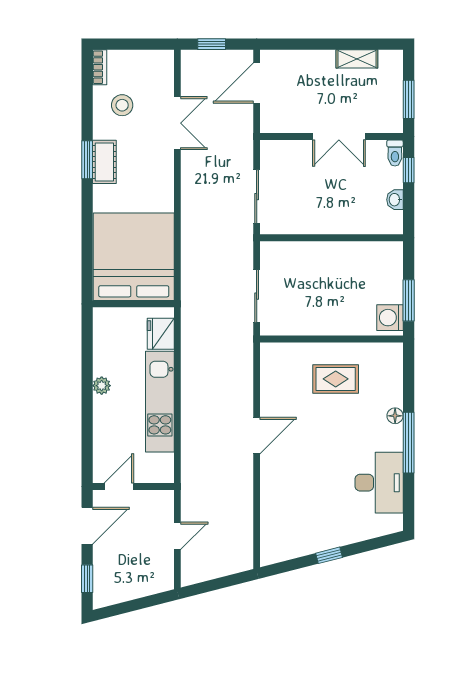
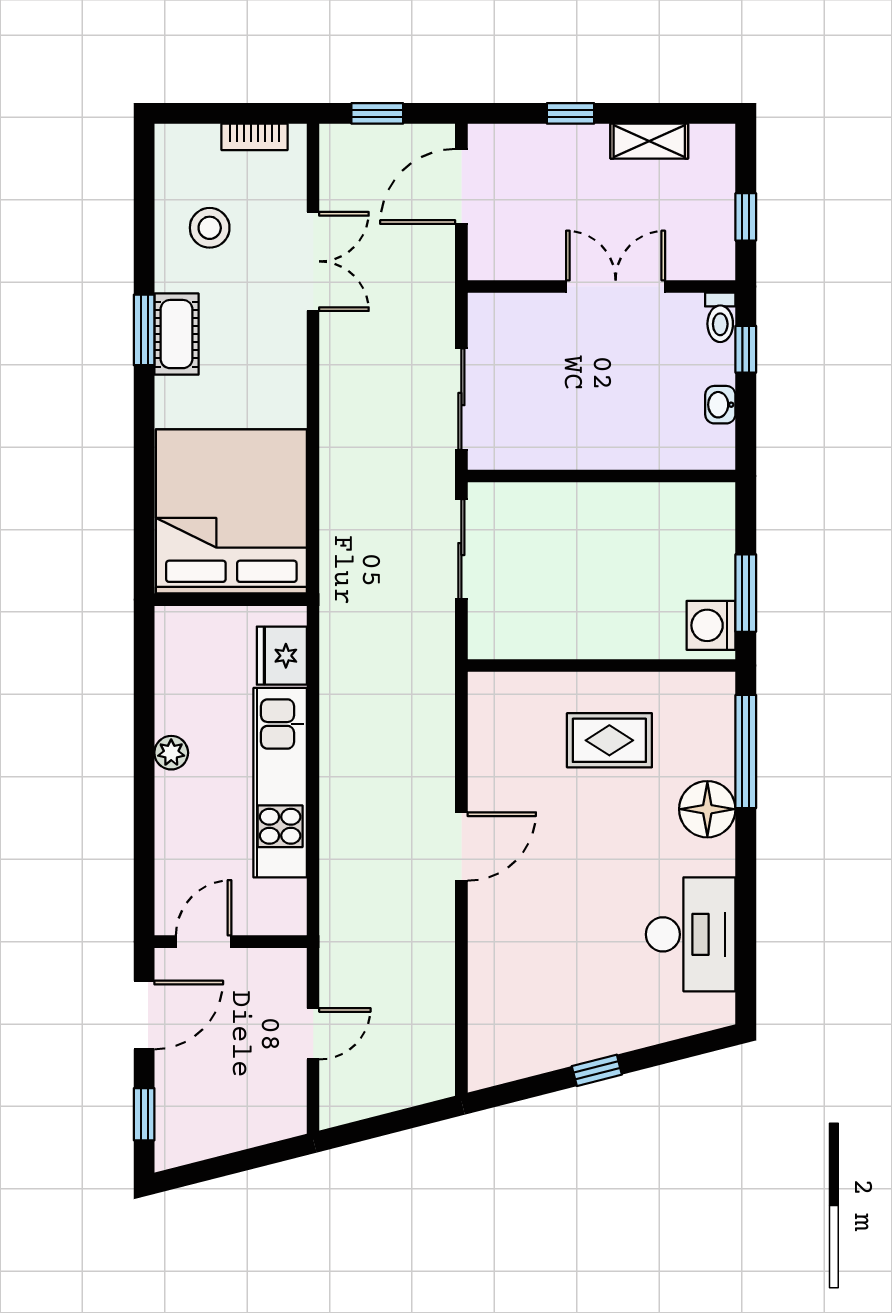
window: (315, 44) -> (570, 113), added
bookcase: (100, 67) -> (254, 137), moved, turned 90
window: (409, 99) -> (746, 217), width x0.67
double door: (339, 136) -> (616, 286), swing flipped
sliding door: (257, 296) -> (461, 549), moved
floor lamp: (395, 416) -> (707, 809), width x1.89, depth x1.89
window: (409, 443) -> (746, 752), moved

